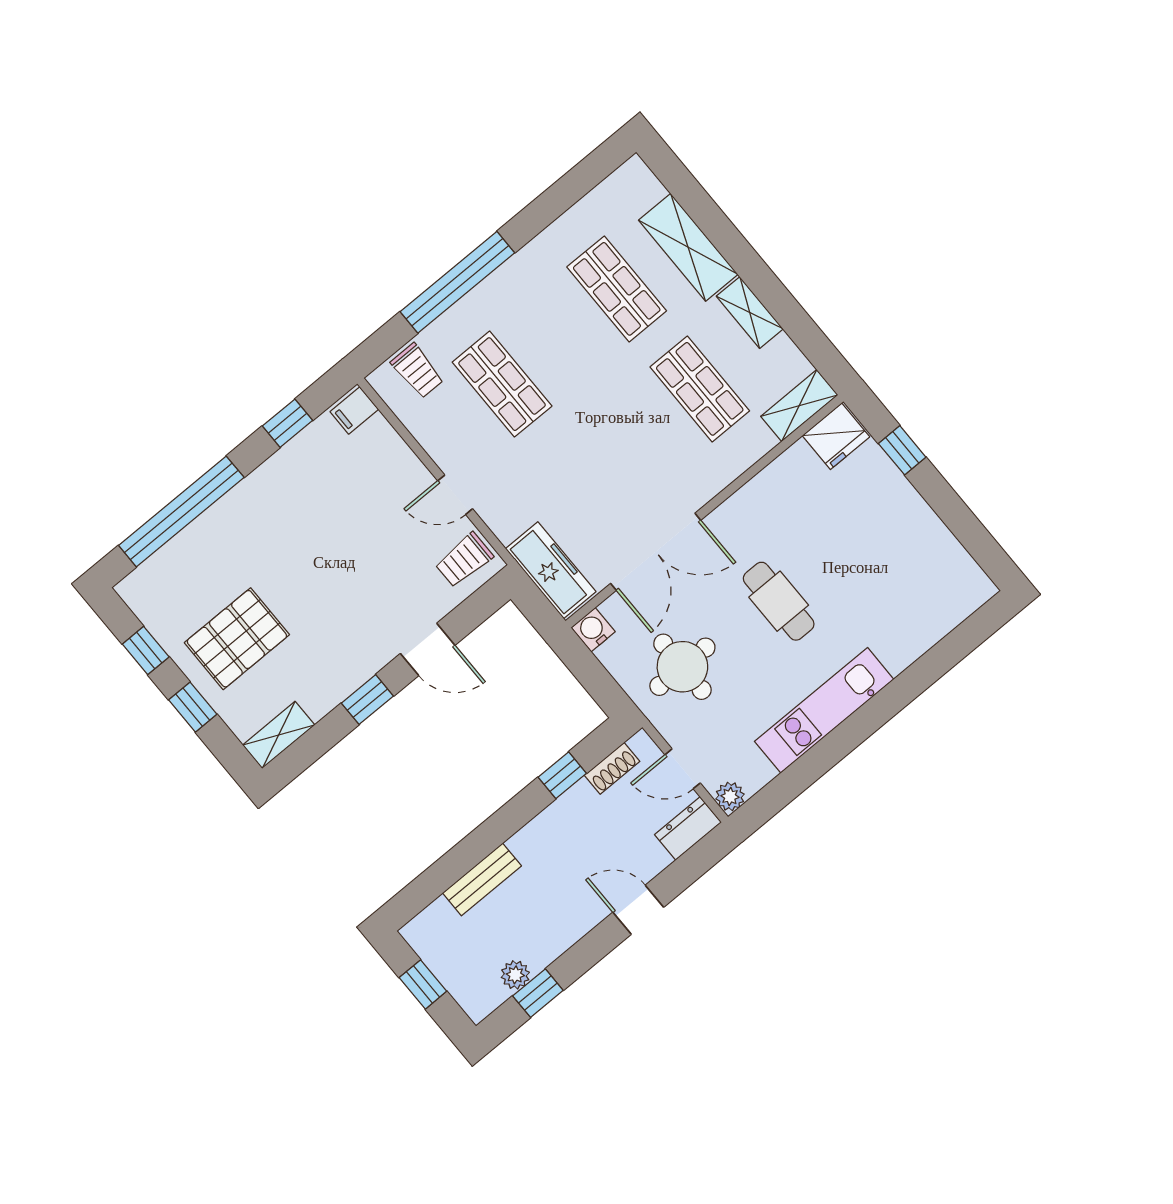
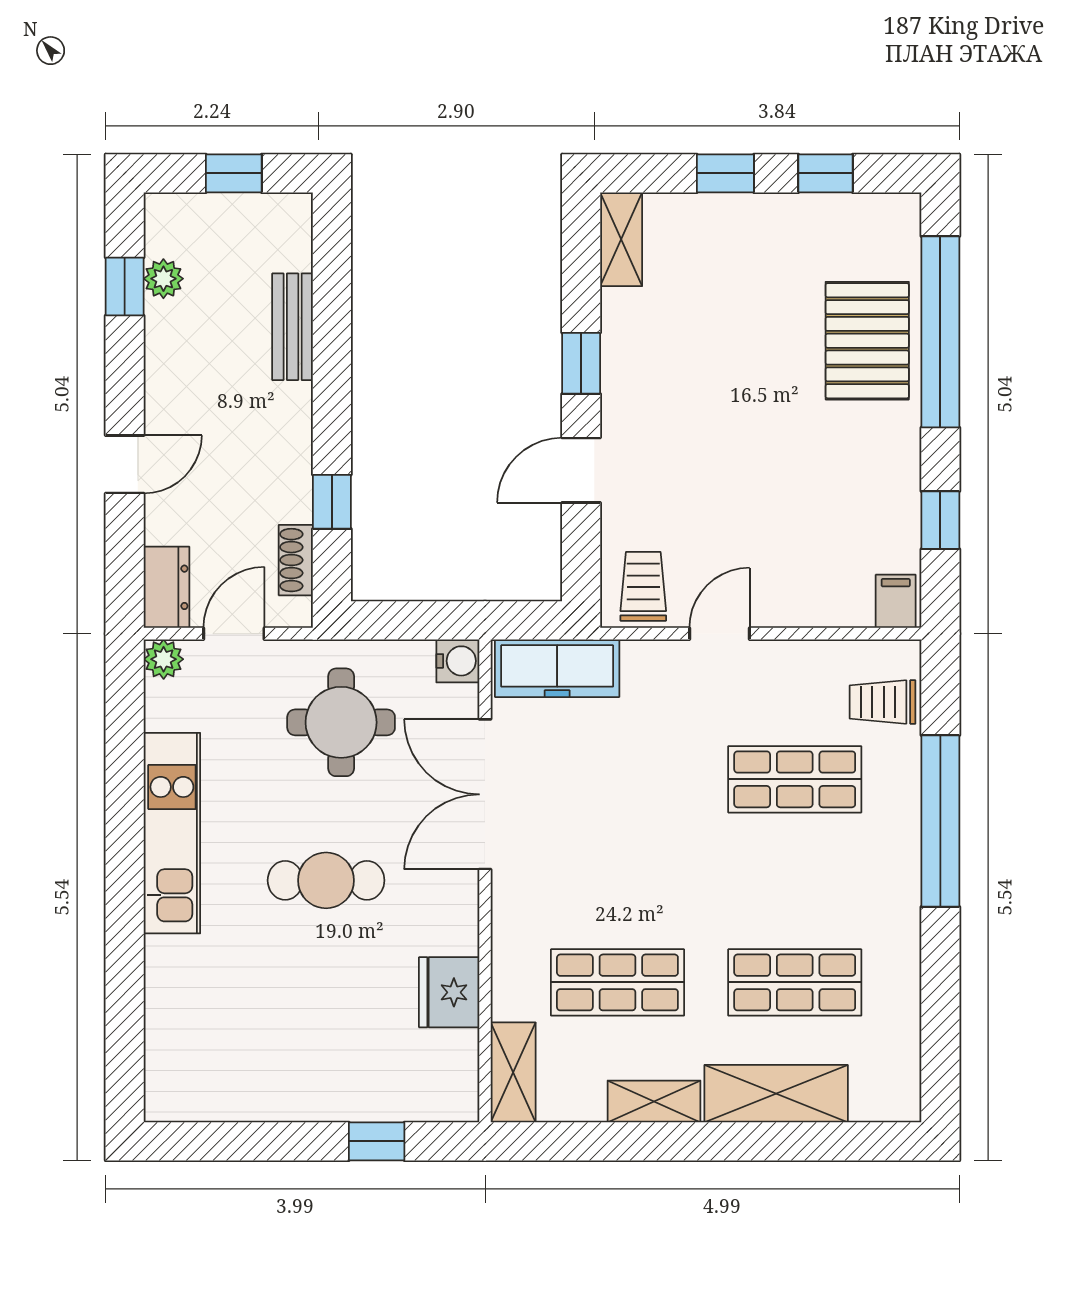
fridge: (836, 436) -> (449, 992), moved
pallet: (237, 639) -> (867, 341), moved

